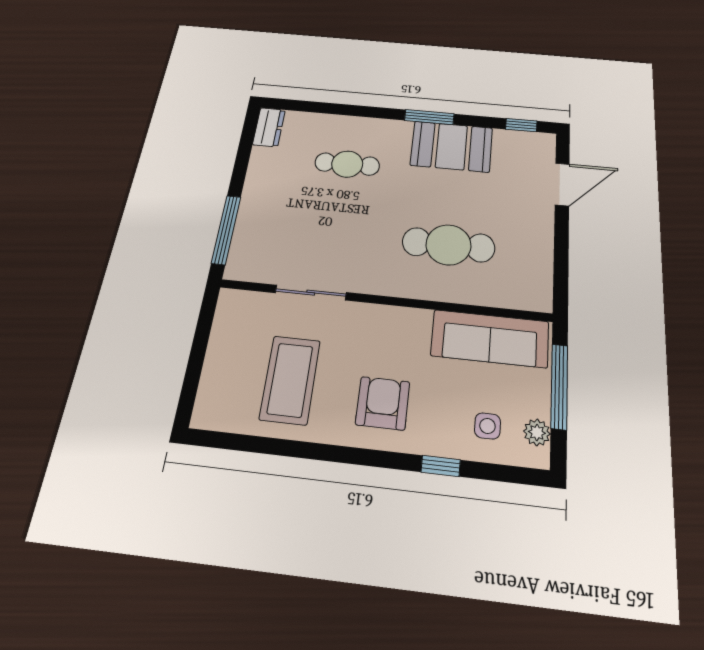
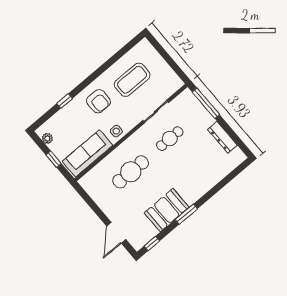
dresser: (269, 127) -> (222, 137), moved, width x1.44
cafe table: (347, 164) -> (170, 139), moved
coffee table: (290, 380) -> (132, 80), turned 90
window: (559, 386) -> (54, 159), width x0.46
side table: (487, 426) -> (116, 131), moved

